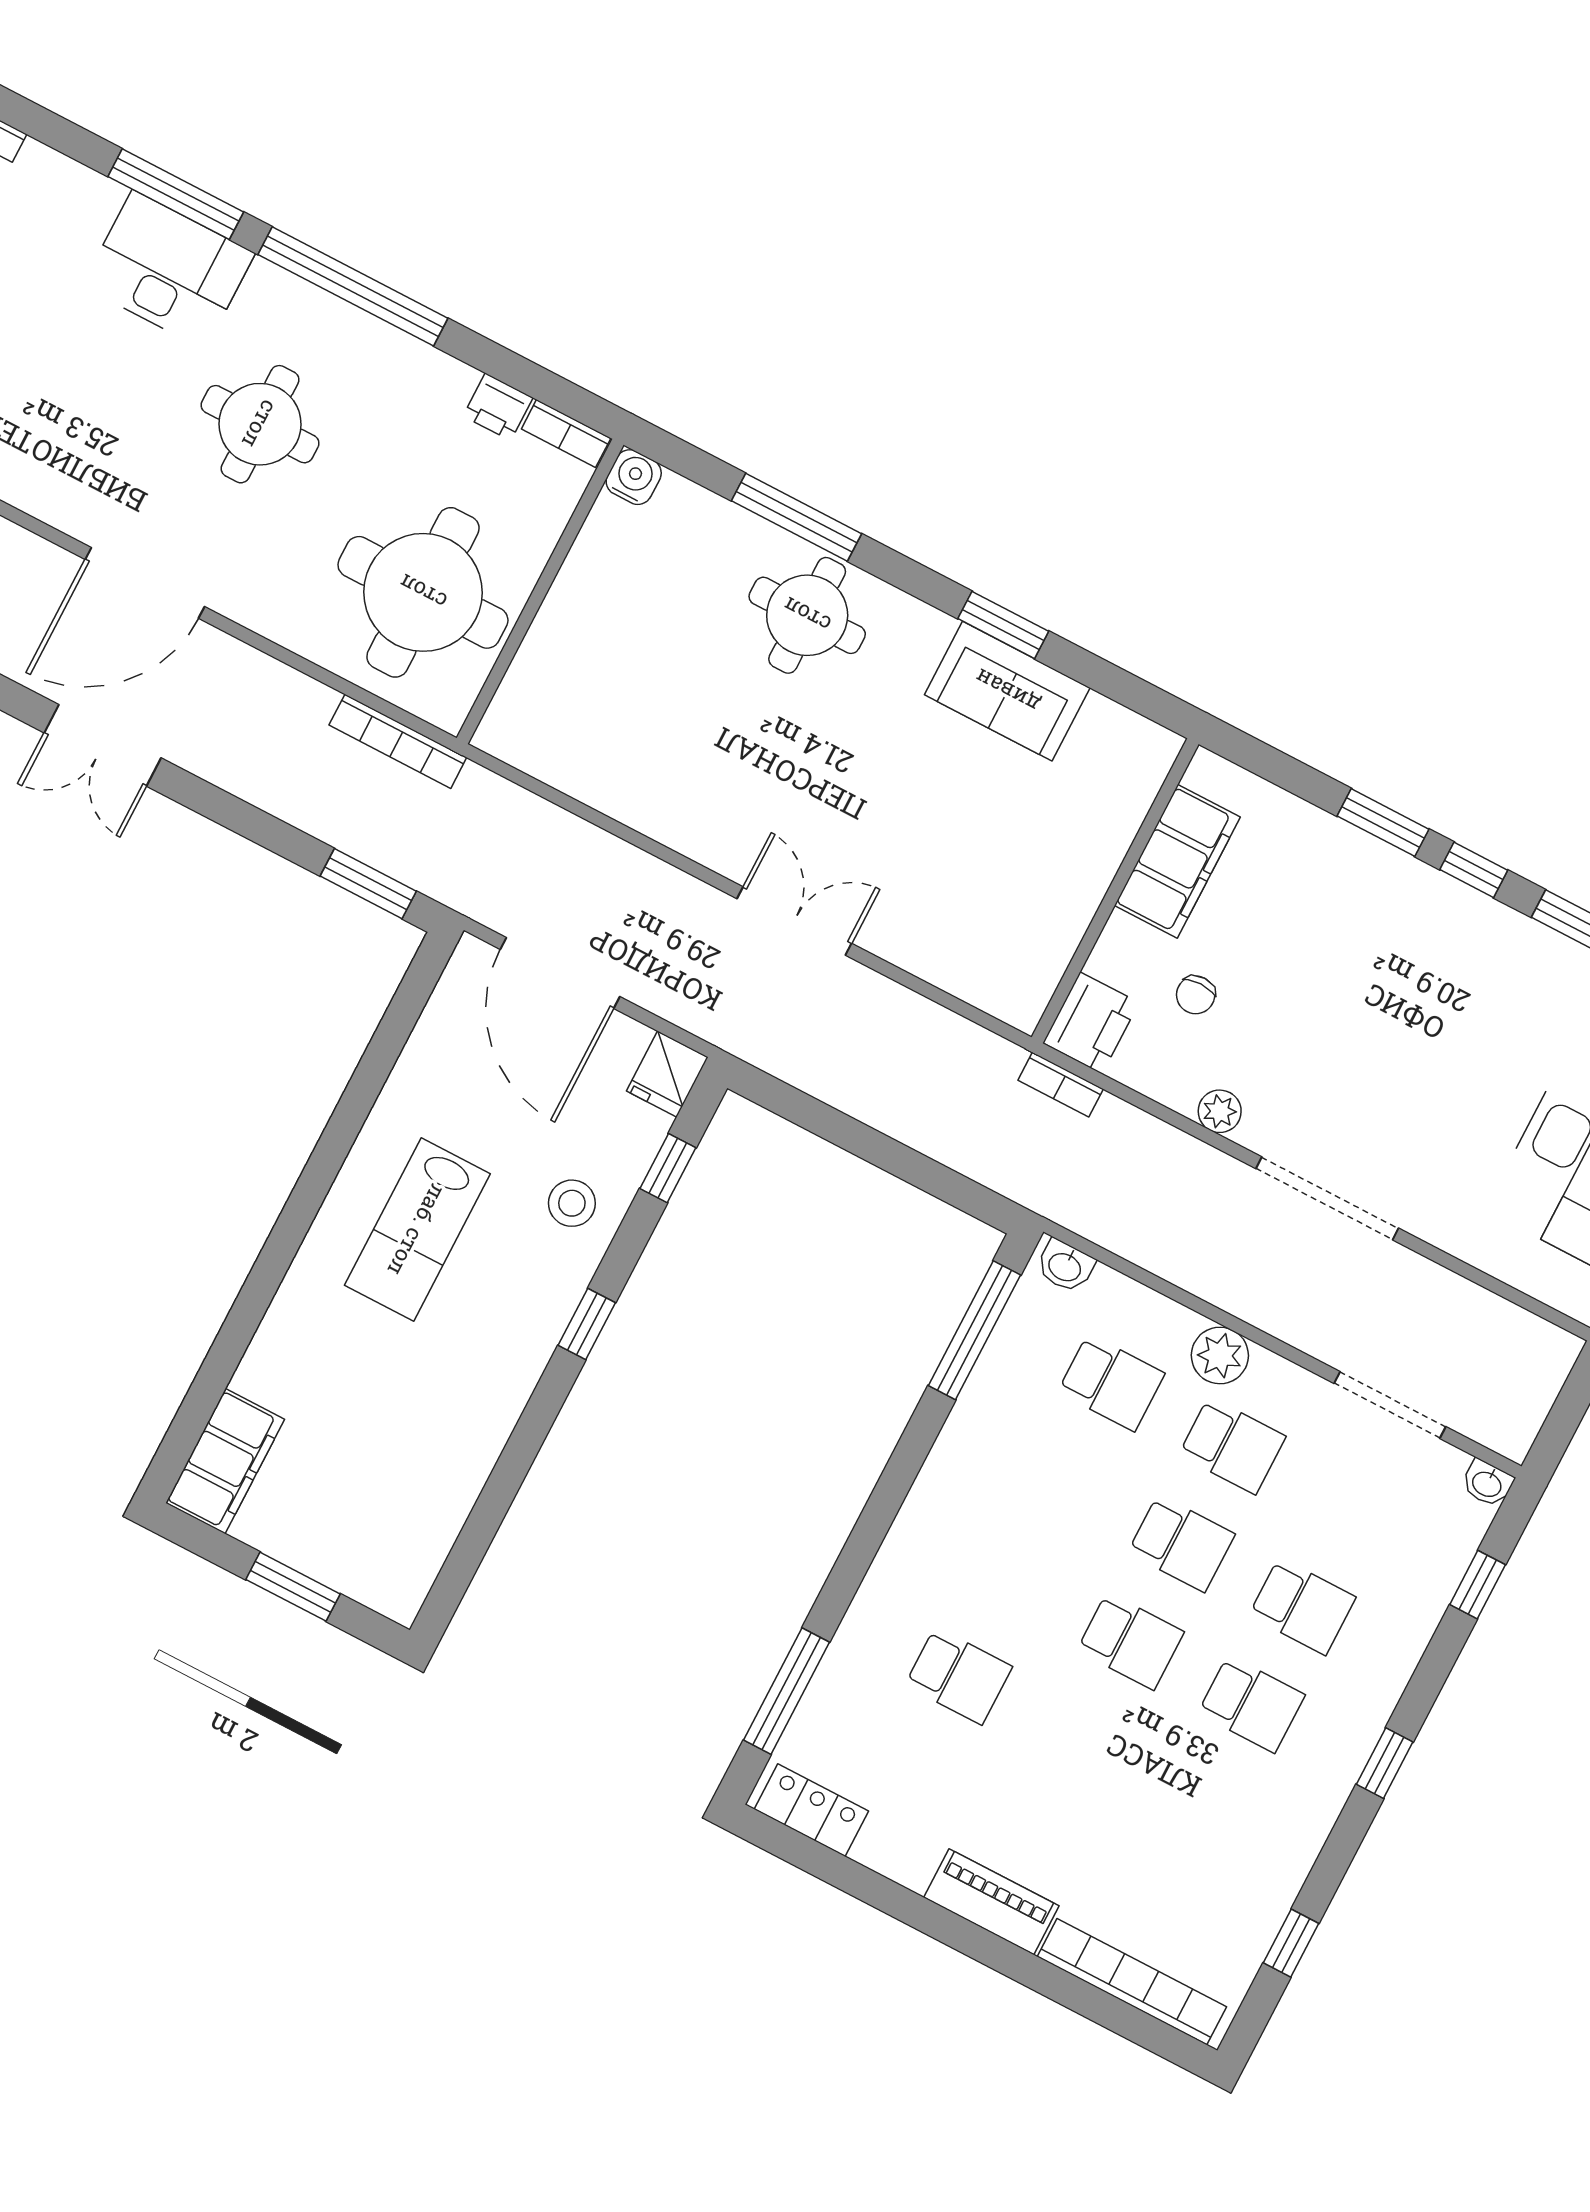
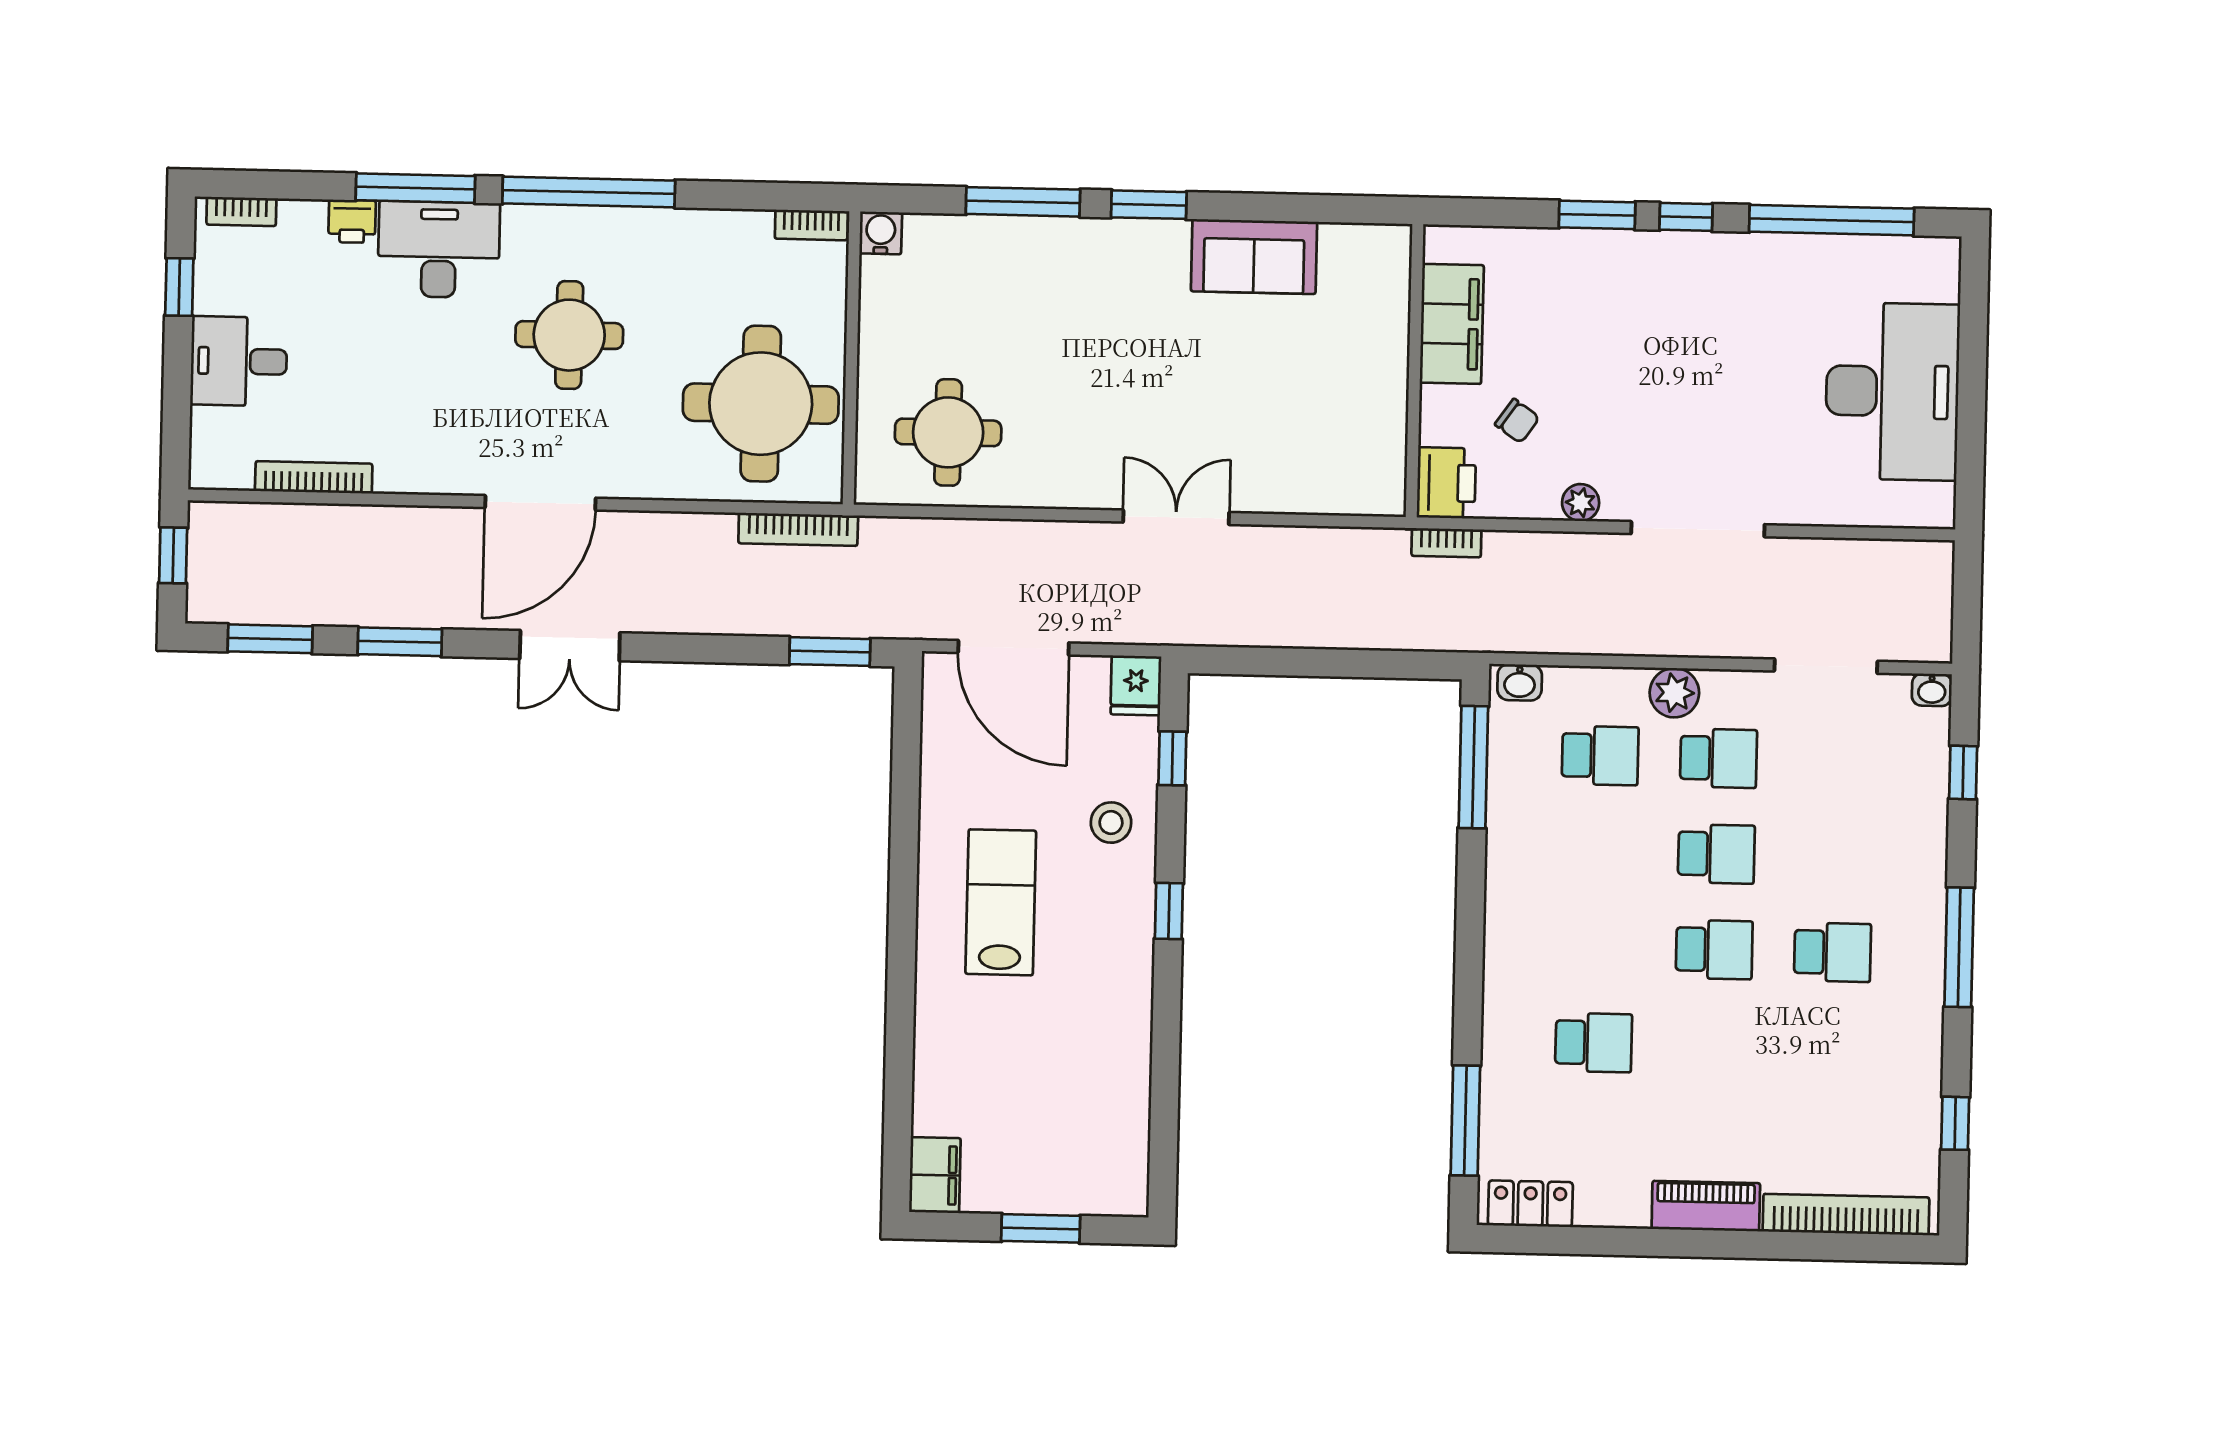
printer: (498, 407) -> (352, 221), moved
round table: (807, 615) -> (948, 432), moved
window: (1003, 625) -> (1149, 205), moved
chair: (1196, 995) -> (1517, 421), turned -55
lab bench: (417, 1230) -> (1001, 902), turned 180
filing cabinet: (225, 1461) -> (935, 1175), width x0.67, depth x0.86
school desk: (1302, 1606) -> (1835, 857), removed
window: (1385, 1763) -> (1959, 947), width x2.17

